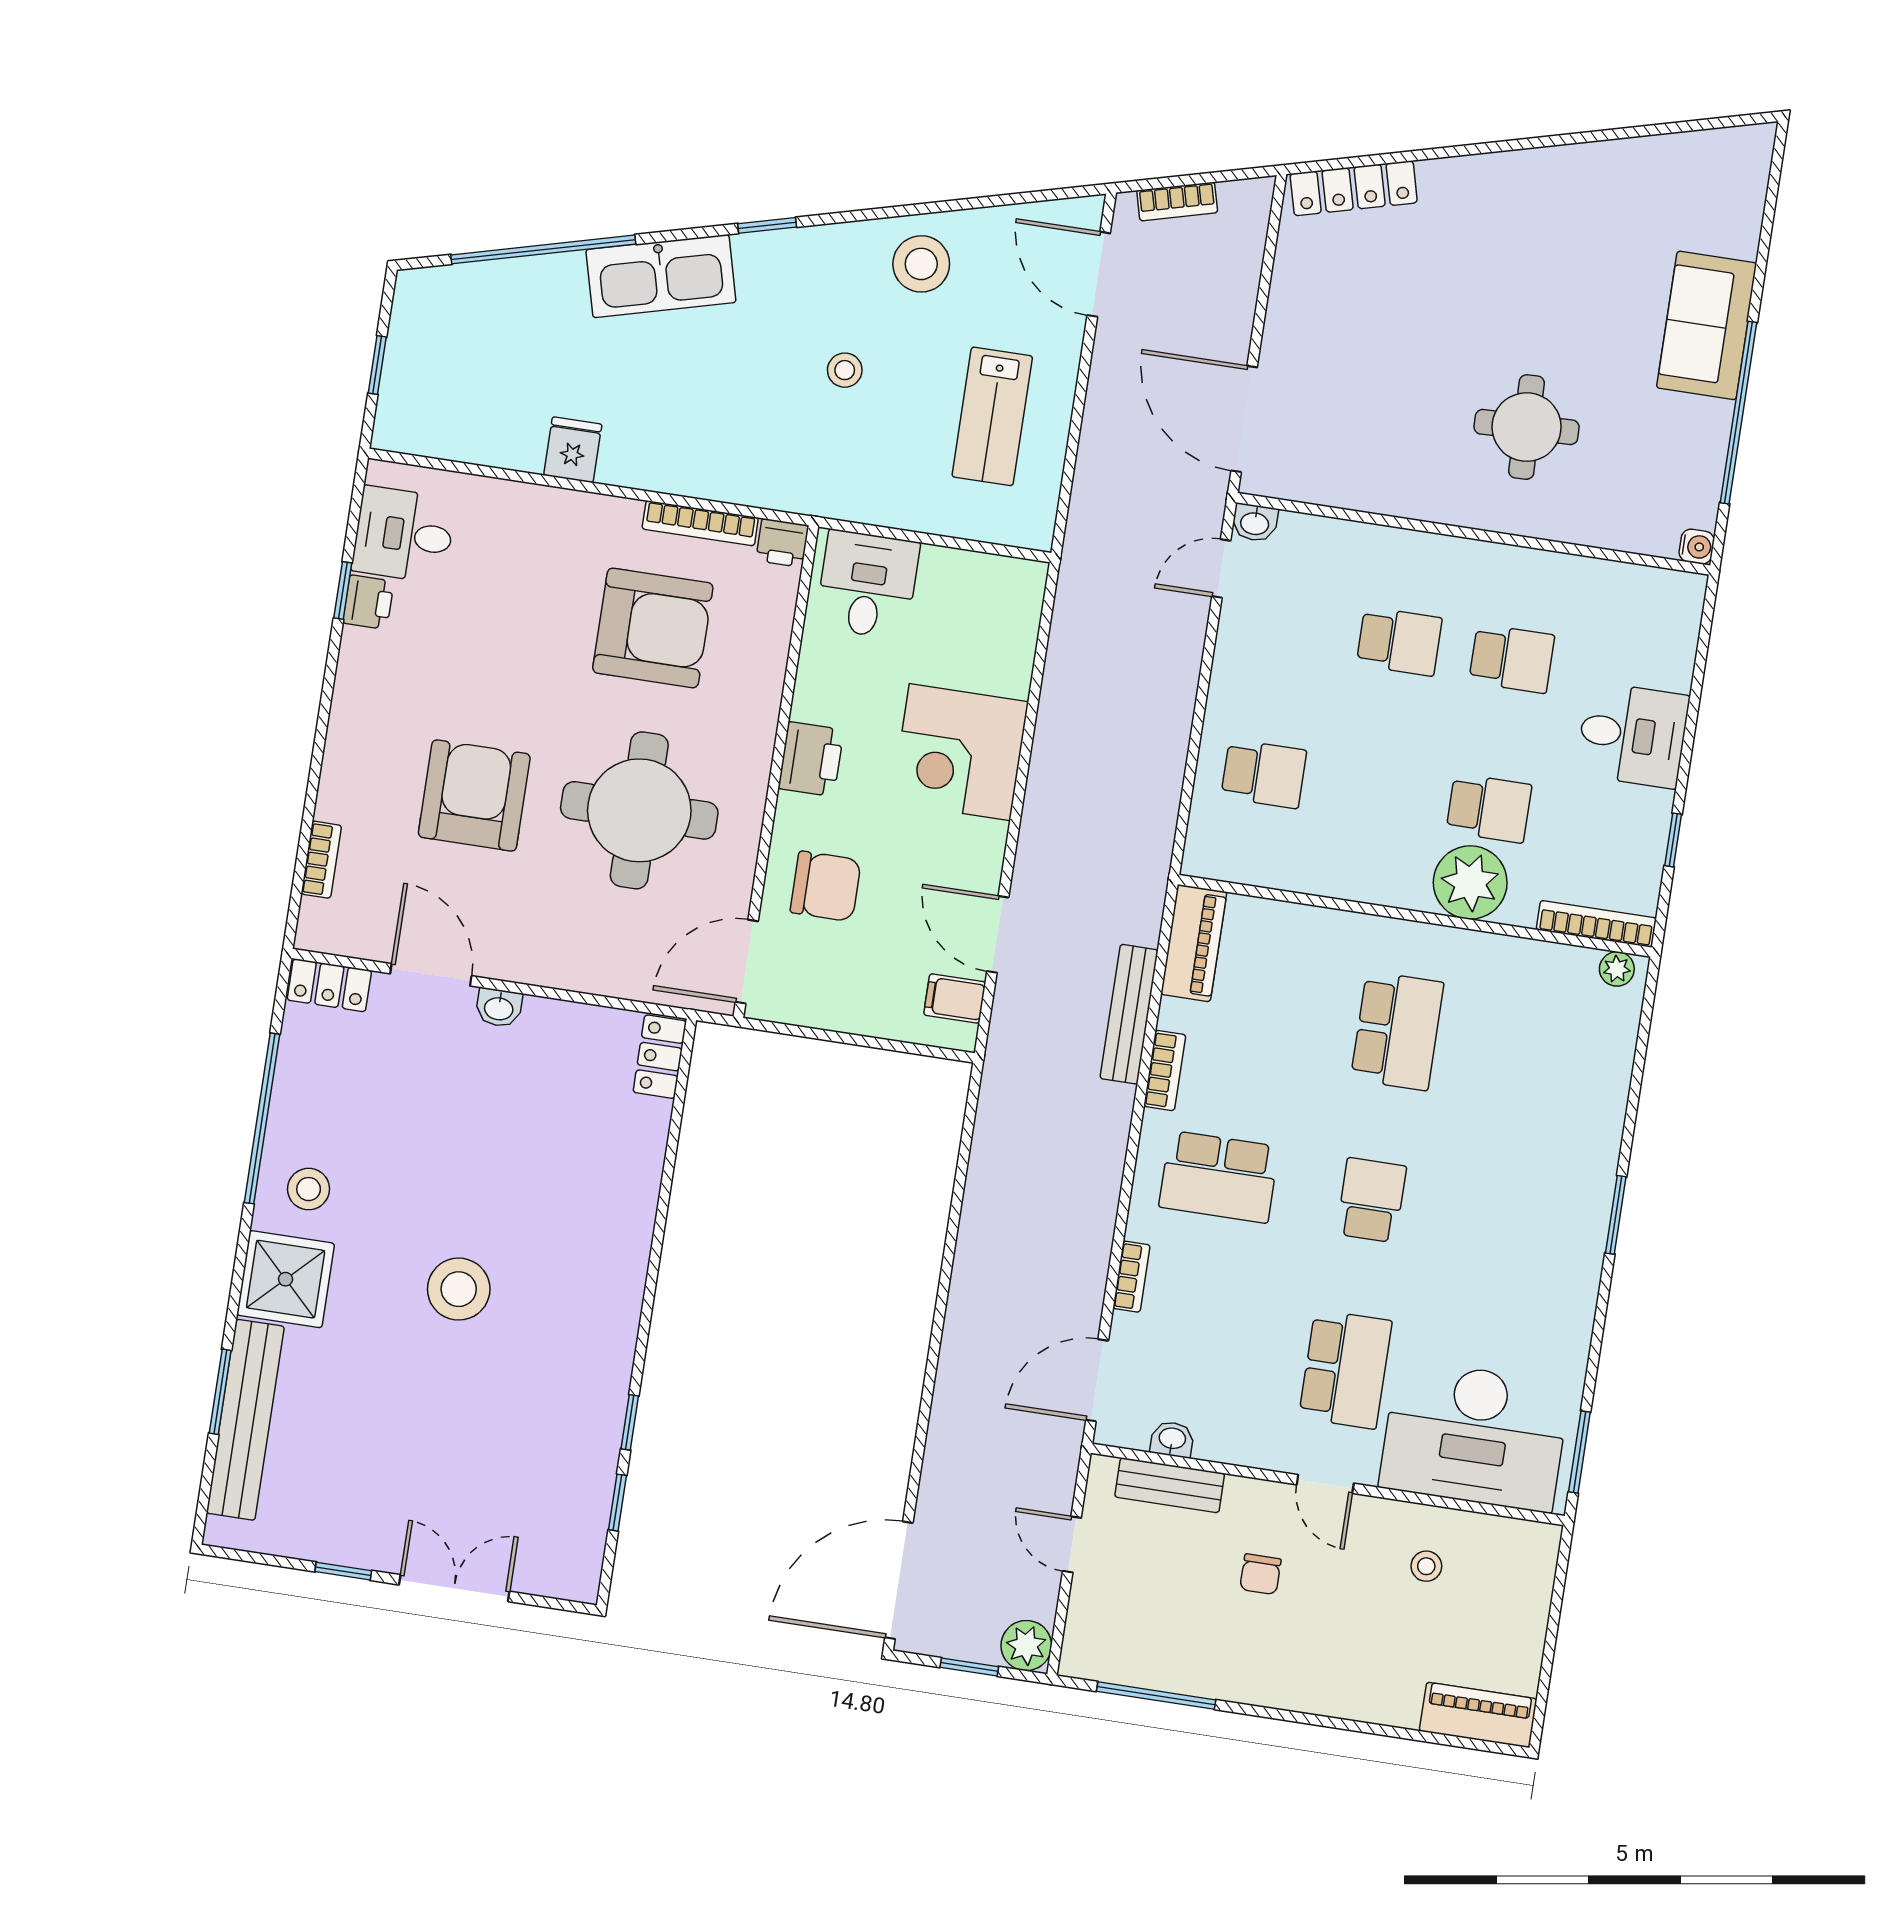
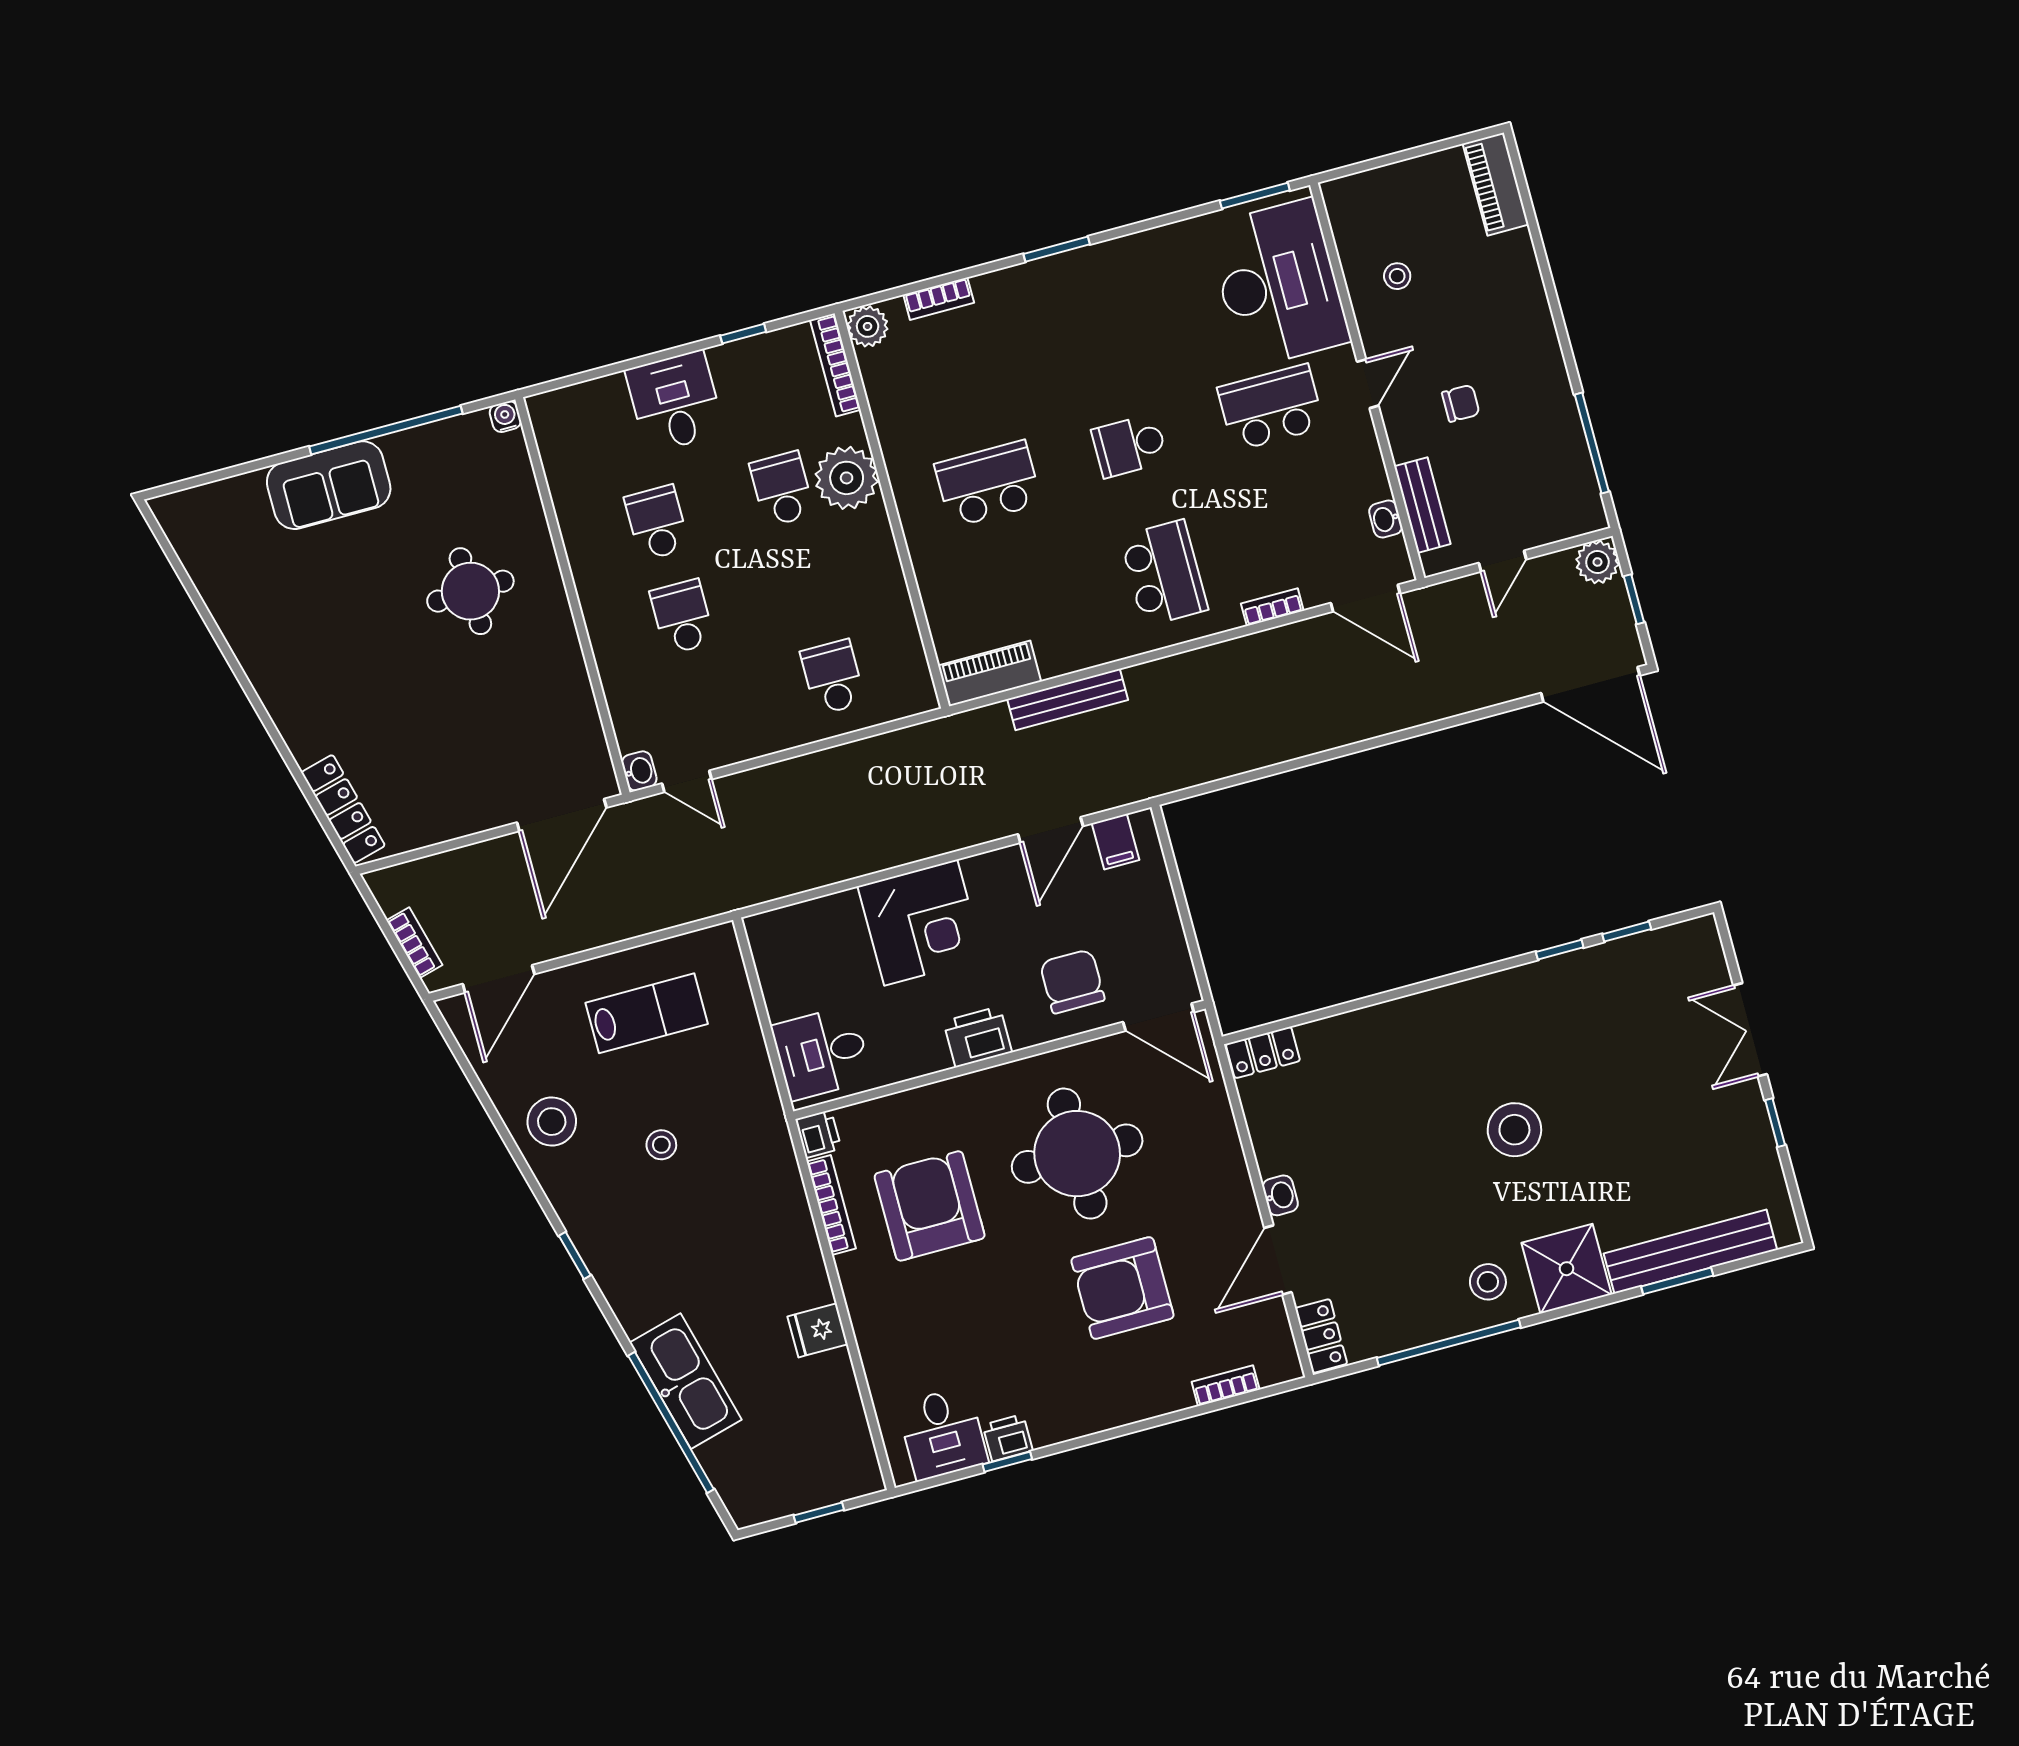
kitchen sink: (661, 276) -> (686, 1381), moved
plant: (1617, 969) -> (868, 326), width x1.38, depth x1.38
bookcase: (1165, 1071) -> (939, 299), moved, turned 180

